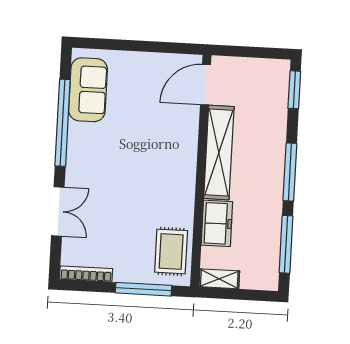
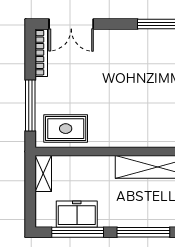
double door: (58, 211) -> (71, 24), moved
freezer: (217, 223) -> (77, 214), moved, turned 180

